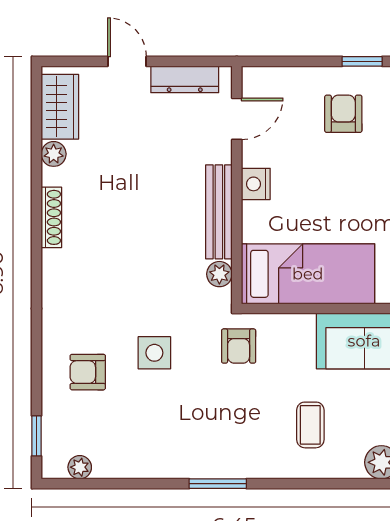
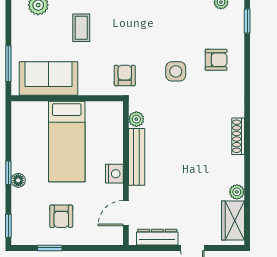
shoe rack: (51, 217) -> (238, 136), moved
bed: (308, 274) -> (67, 141), moved, turned -90

